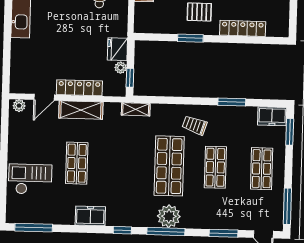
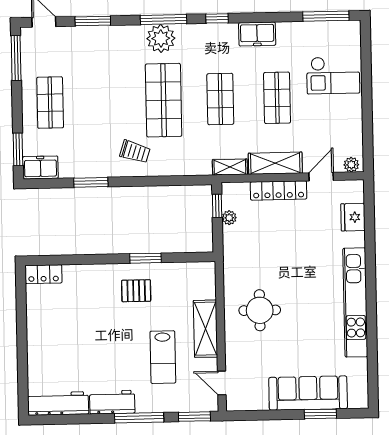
locker: (243, 28) -> (43, 274), moved, width x0.66
fridge: (117, 49) -> (353, 217), moved, turned 180
shelving: (136, 109) -> (230, 167), moved
shop shelf: (215, 167) -> (220, 99), moved

